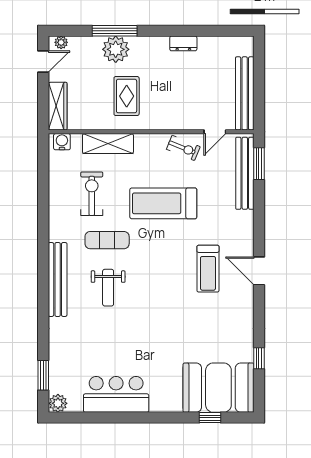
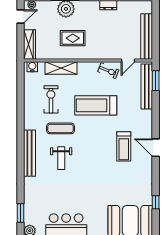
rug: (127, 96) -> (73, 38), turned 90

